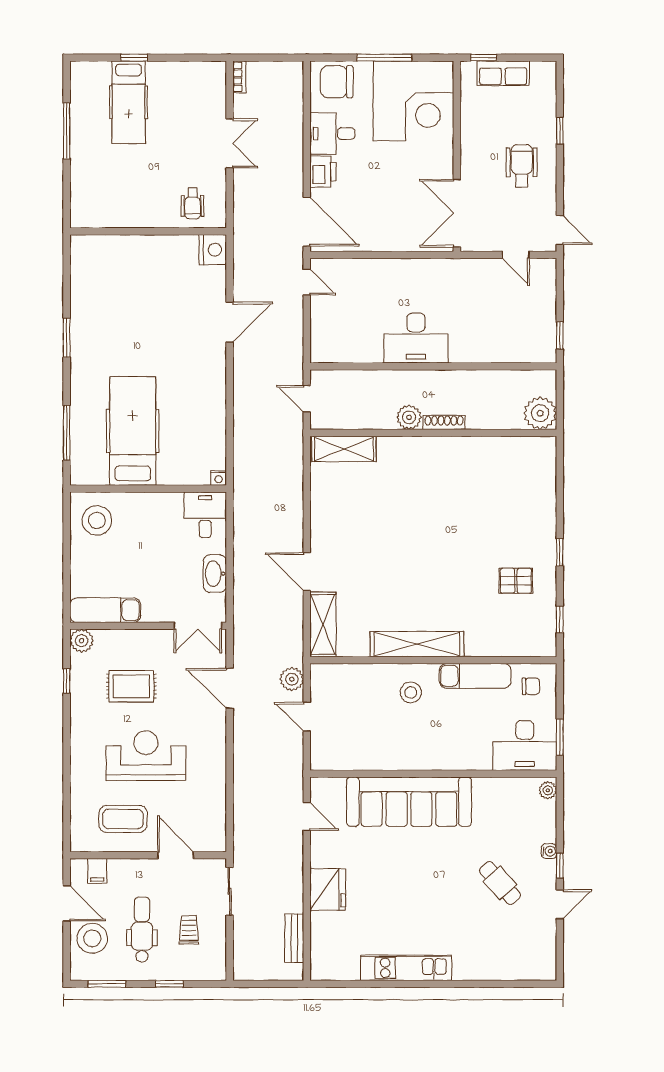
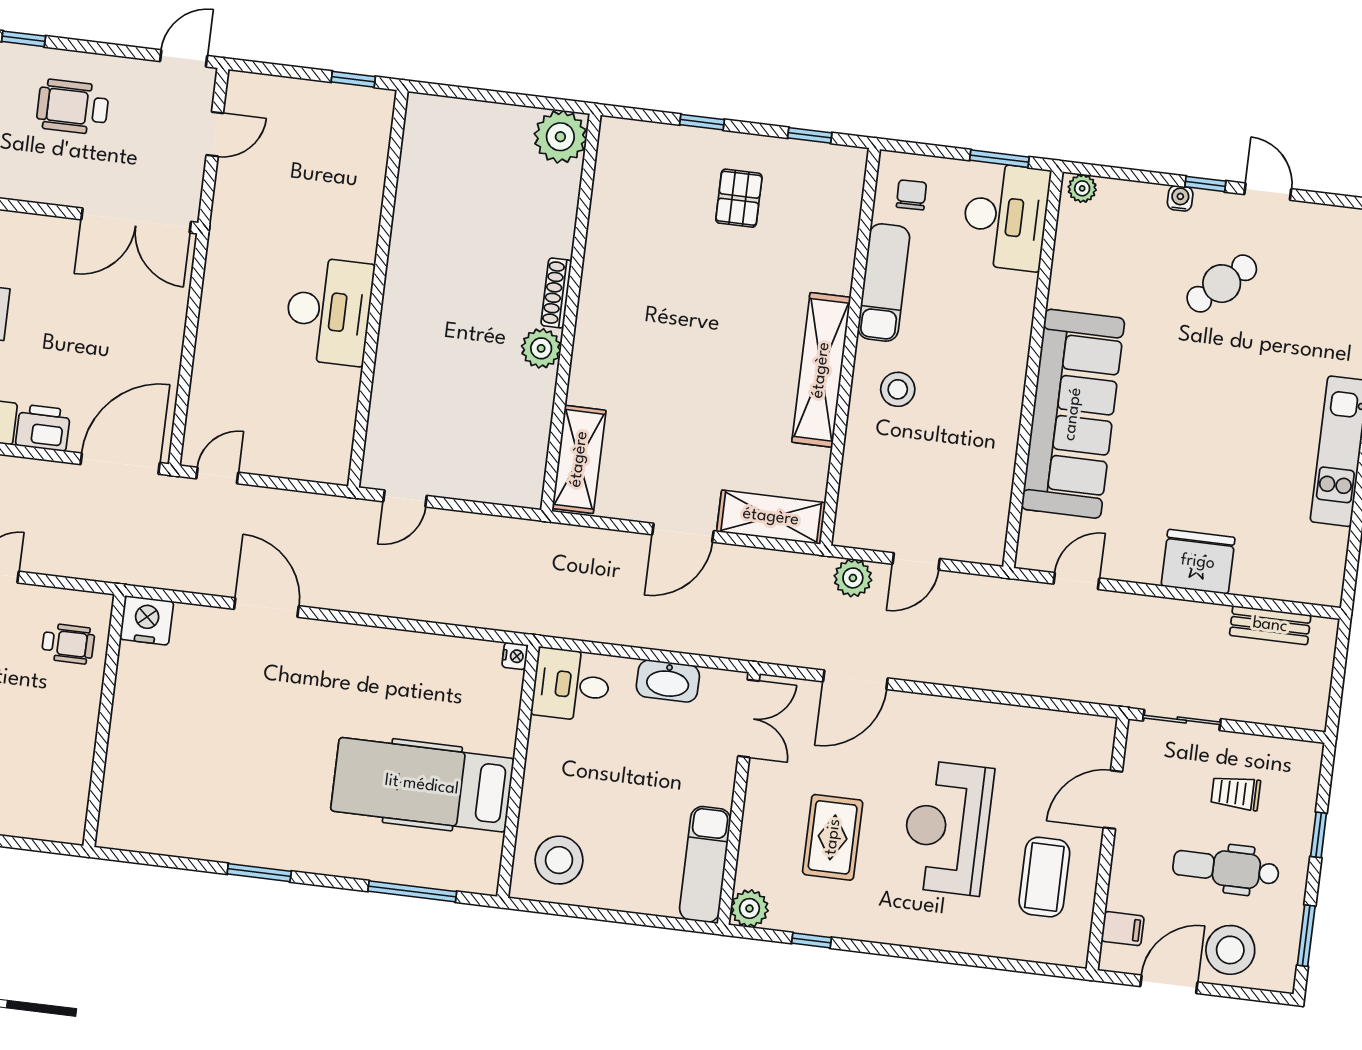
plant: (540, 413) -> (560, 137), moved
plant: (409, 417) -> (541, 348), moved
shoe rack: (444, 422) -> (556, 293), moved
wall: (433, 433) -> (571, 312), moved
shelving: (344, 449) -> (579, 459), moved

